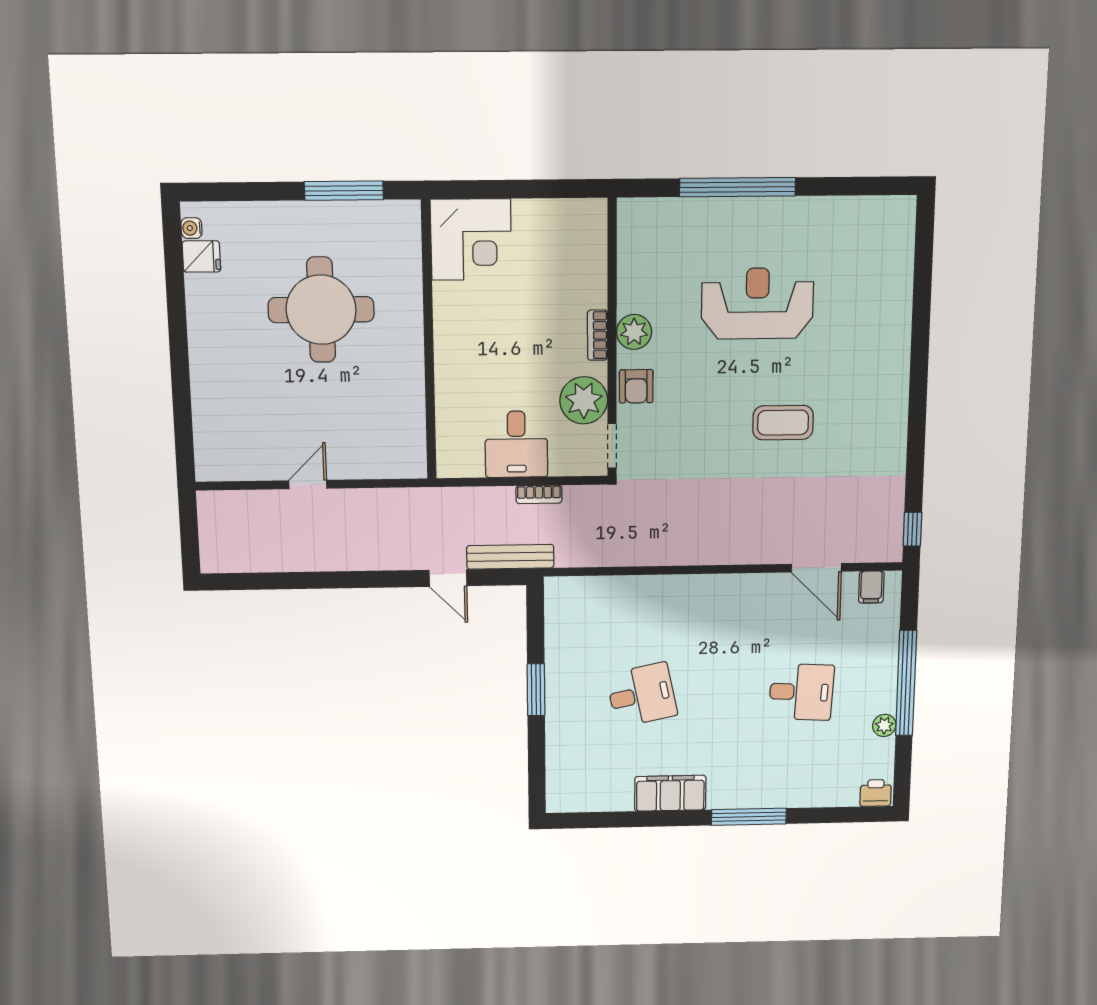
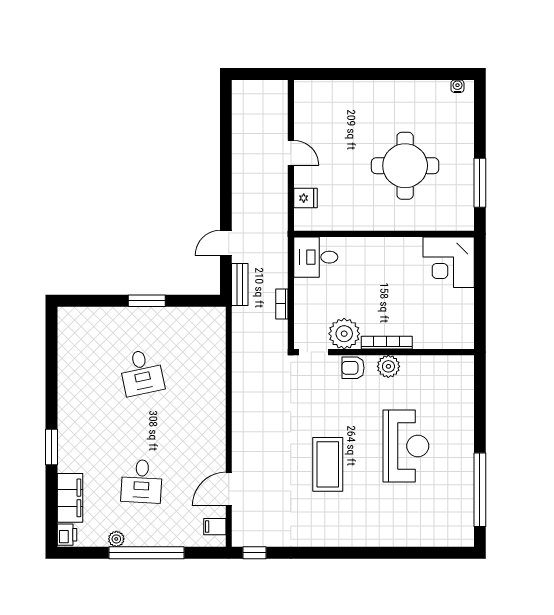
window: (737, 187) -> (480, 490), moved
fridge: (201, 256) -> (305, 198), moved, turned -90
bookcase: (598, 335) -> (387, 343), width x1.56
coffee table: (783, 423) -> (328, 464), width x1.36, depth x1.32
desk: (516, 444) -> (316, 257), moved
bench: (510, 557) -> (240, 285), width x0.73
filing cabinet: (670, 793) -> (70, 498), moved
window: (749, 817) -> (51, 447), width x0.69

